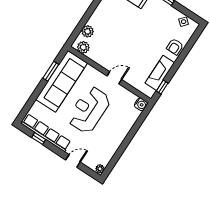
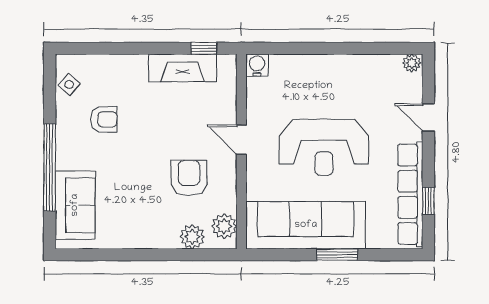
armchair: (113, 46) -> (189, 178), added
armchair: (175, 47) -> (104, 119), moved
window: (51, 71) -> (337, 255), moved

